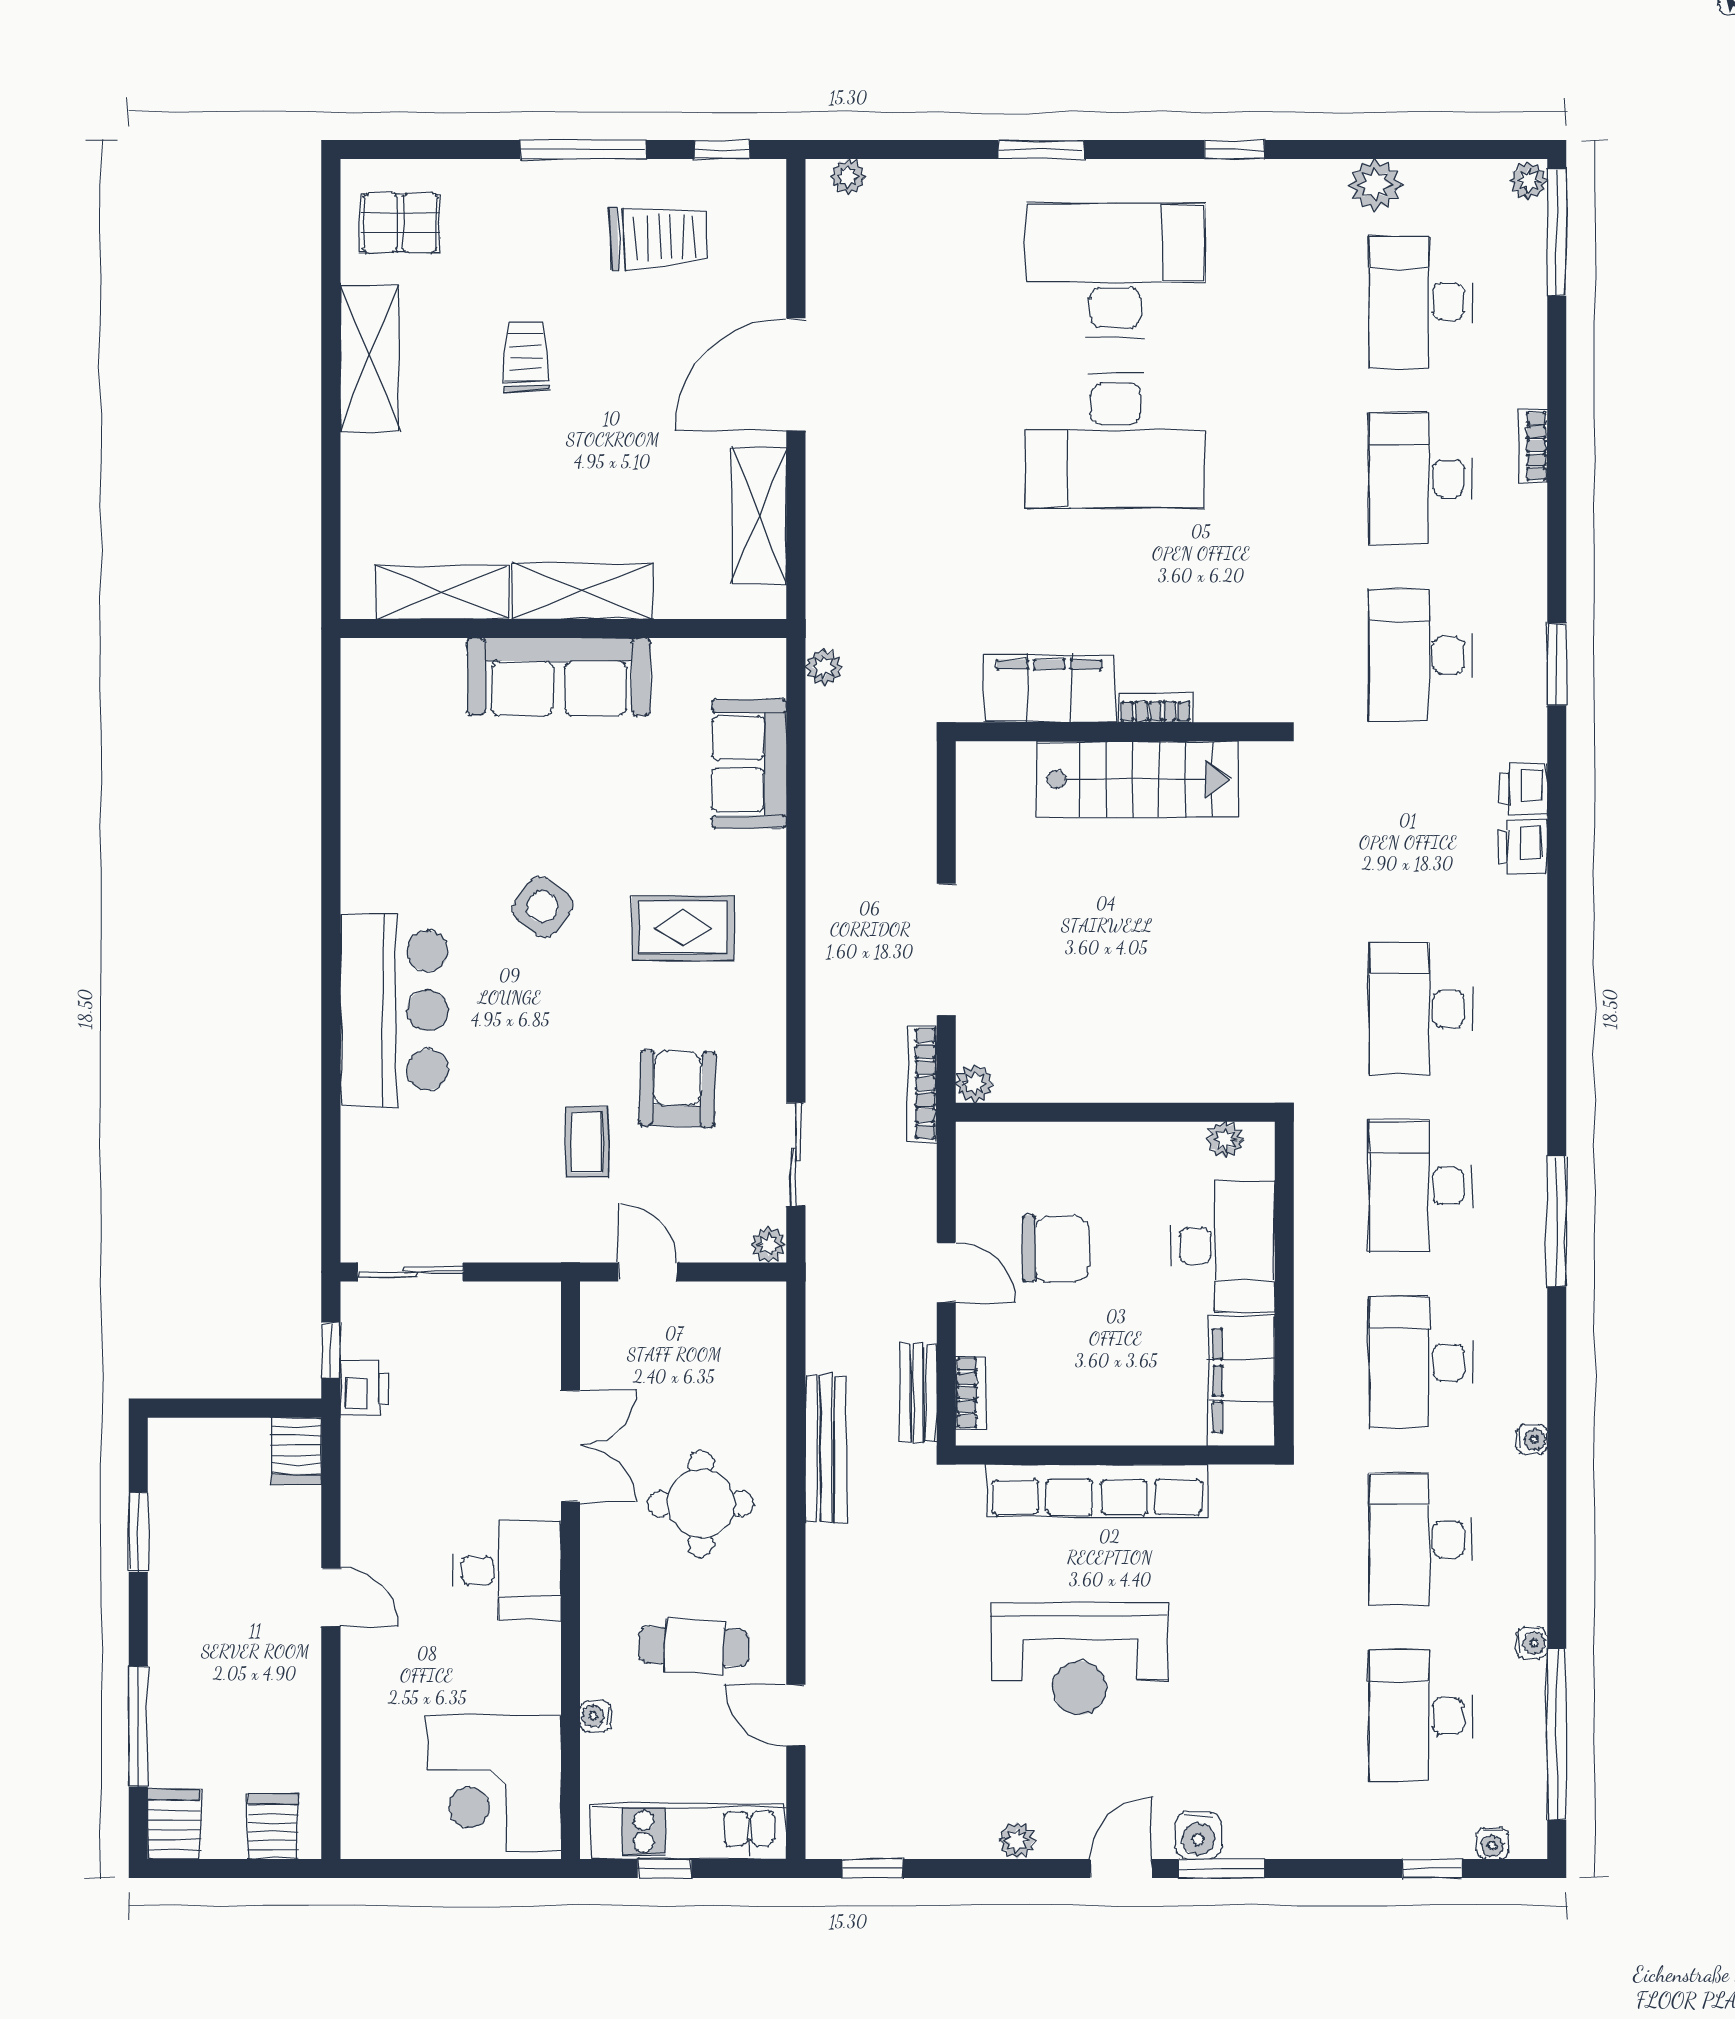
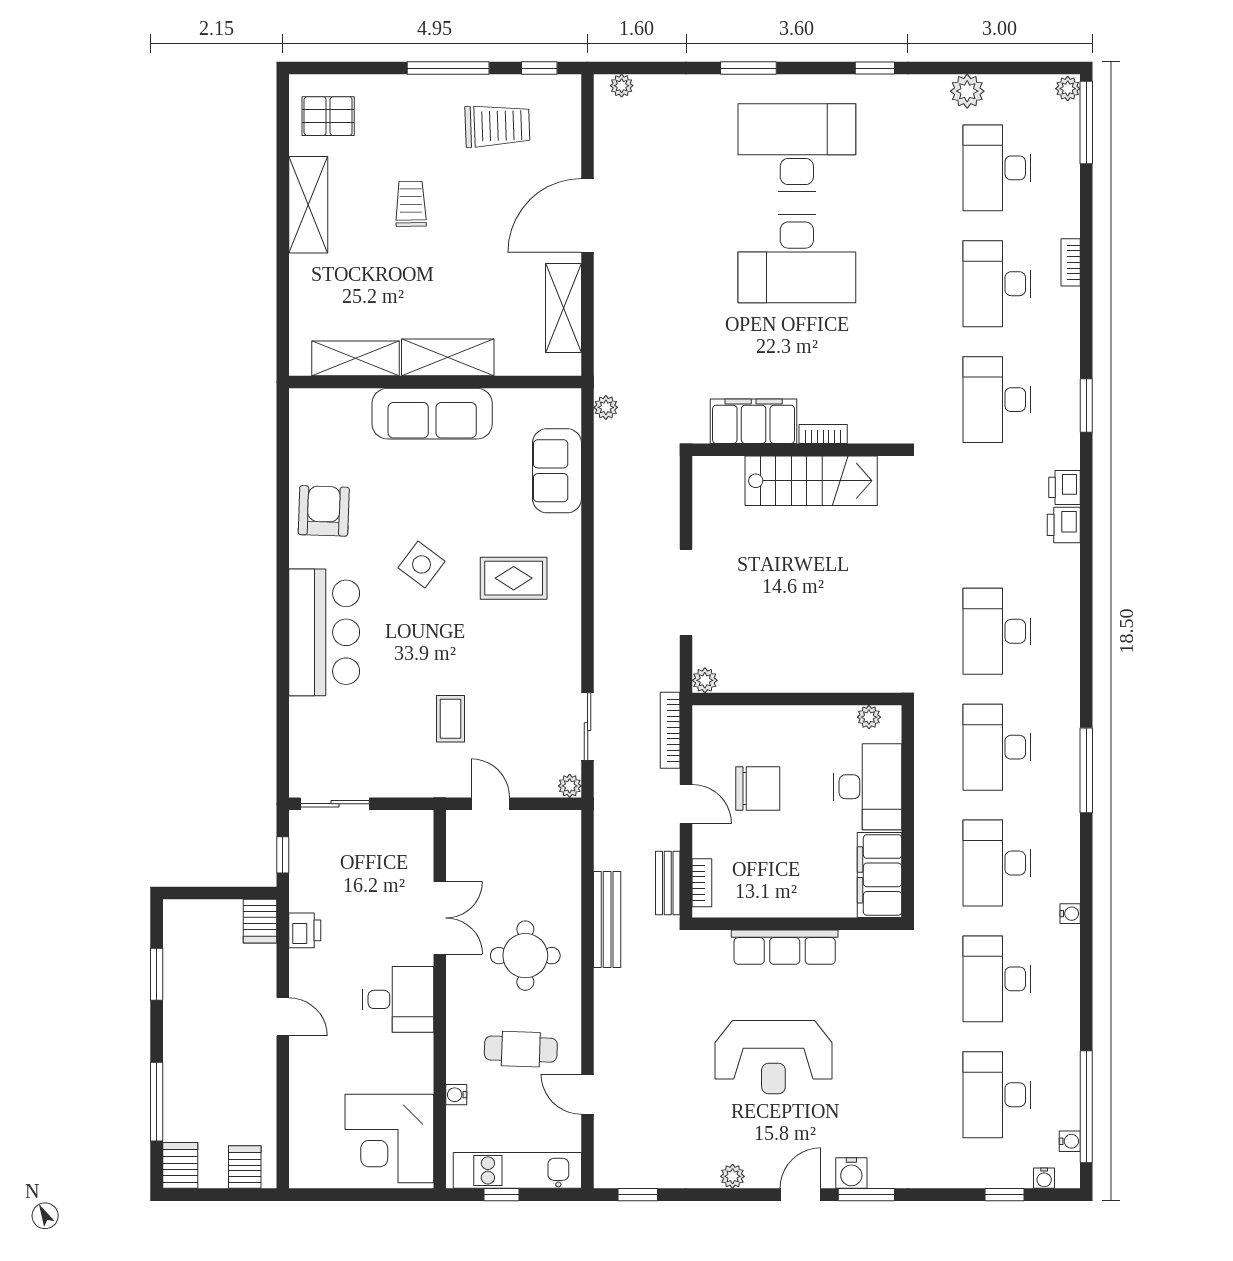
bookcase: (922, 1084) -> (670, 730), moved
armchair: (677, 1089) -> (324, 511), moved
printer: (364, 1388) -> (305, 930), moved
row of seats: (1097, 1491) -> (785, 947), width x0.73
water cooler: (1532, 1643) -> (1070, 1141), moved

